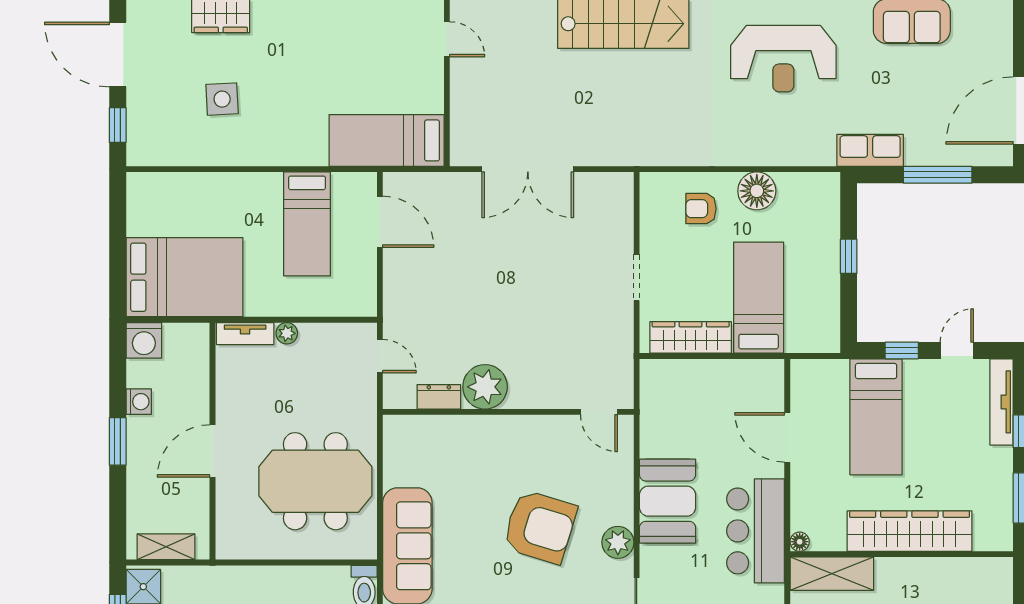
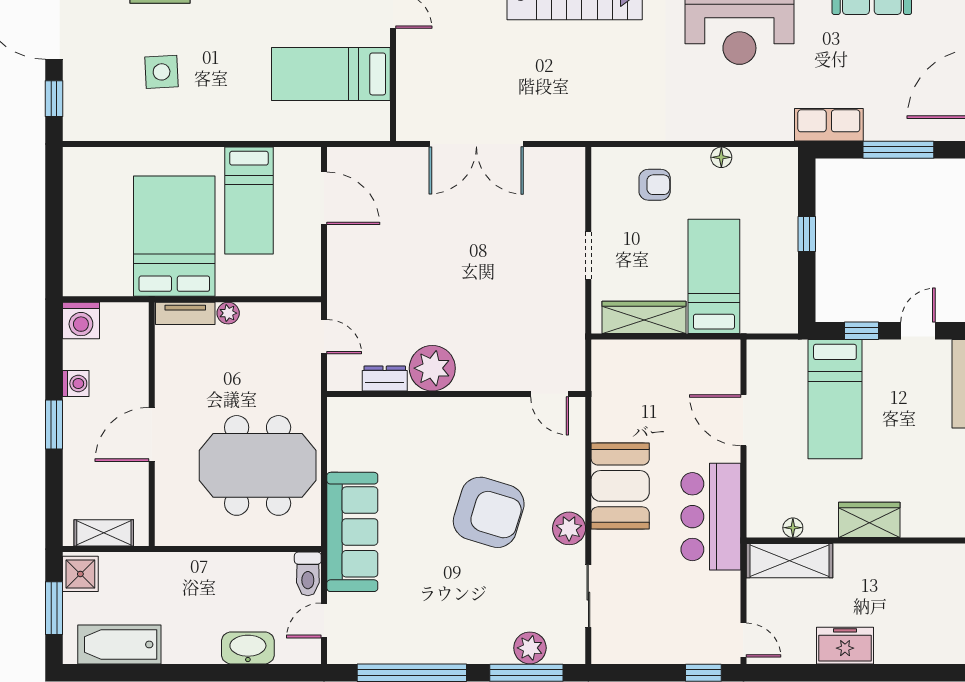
bed: (387, 140) -> (331, 74), moved
floor lamp: (757, 191) -> (721, 157), width x0.53, depth x0.53
armchair: (701, 209) -> (655, 185), turned 180
bed: (185, 277) -> (174, 236), moved, turned -90
wardrobe: (909, 531) -> (869, 520), width x0.48, depth x0.85
floor lamp: (800, 542) -> (793, 528), moved

